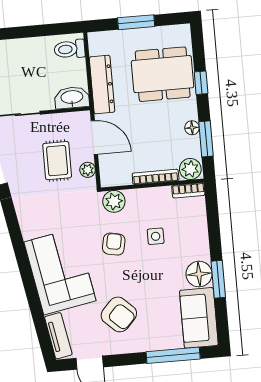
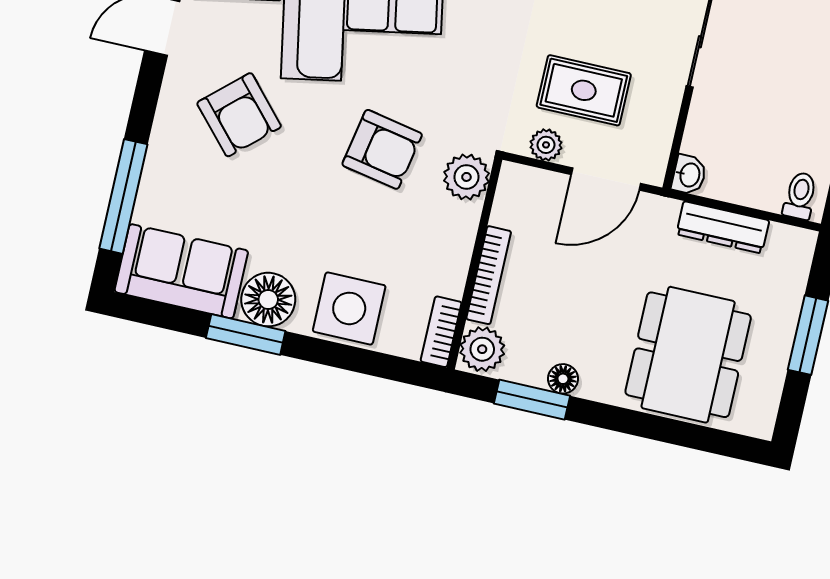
toilet: (70, 49) -> (800, 196), width x0.73, depth x0.72
window: (201, 83) -> (647, 426), removed
dresser: (102, 84) -> (723, 227), width x0.73, depth x0.80
washbasin: (72, 98) -> (689, 175), width x0.52, depth x0.69
side table: (156, 236) -> (349, 308), moved, width x1.87, depth x1.87
armchair: (114, 244) -> (382, 149), width x1.38, depth x1.38
armchair: (119, 314) -> (239, 115), turned -85

